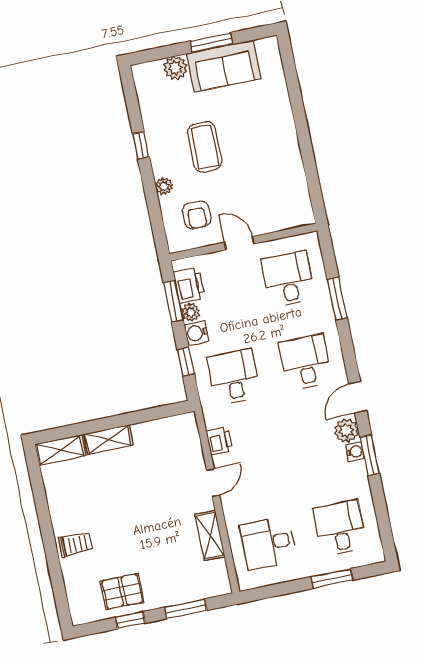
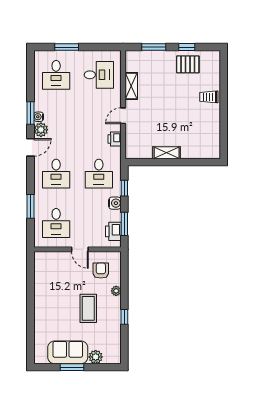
plant: (191, 312) -> (116, 216), removed
shelving: (108, 440) -> (167, 153), moved
shelving: (60, 450) -> (206, 153), removed

